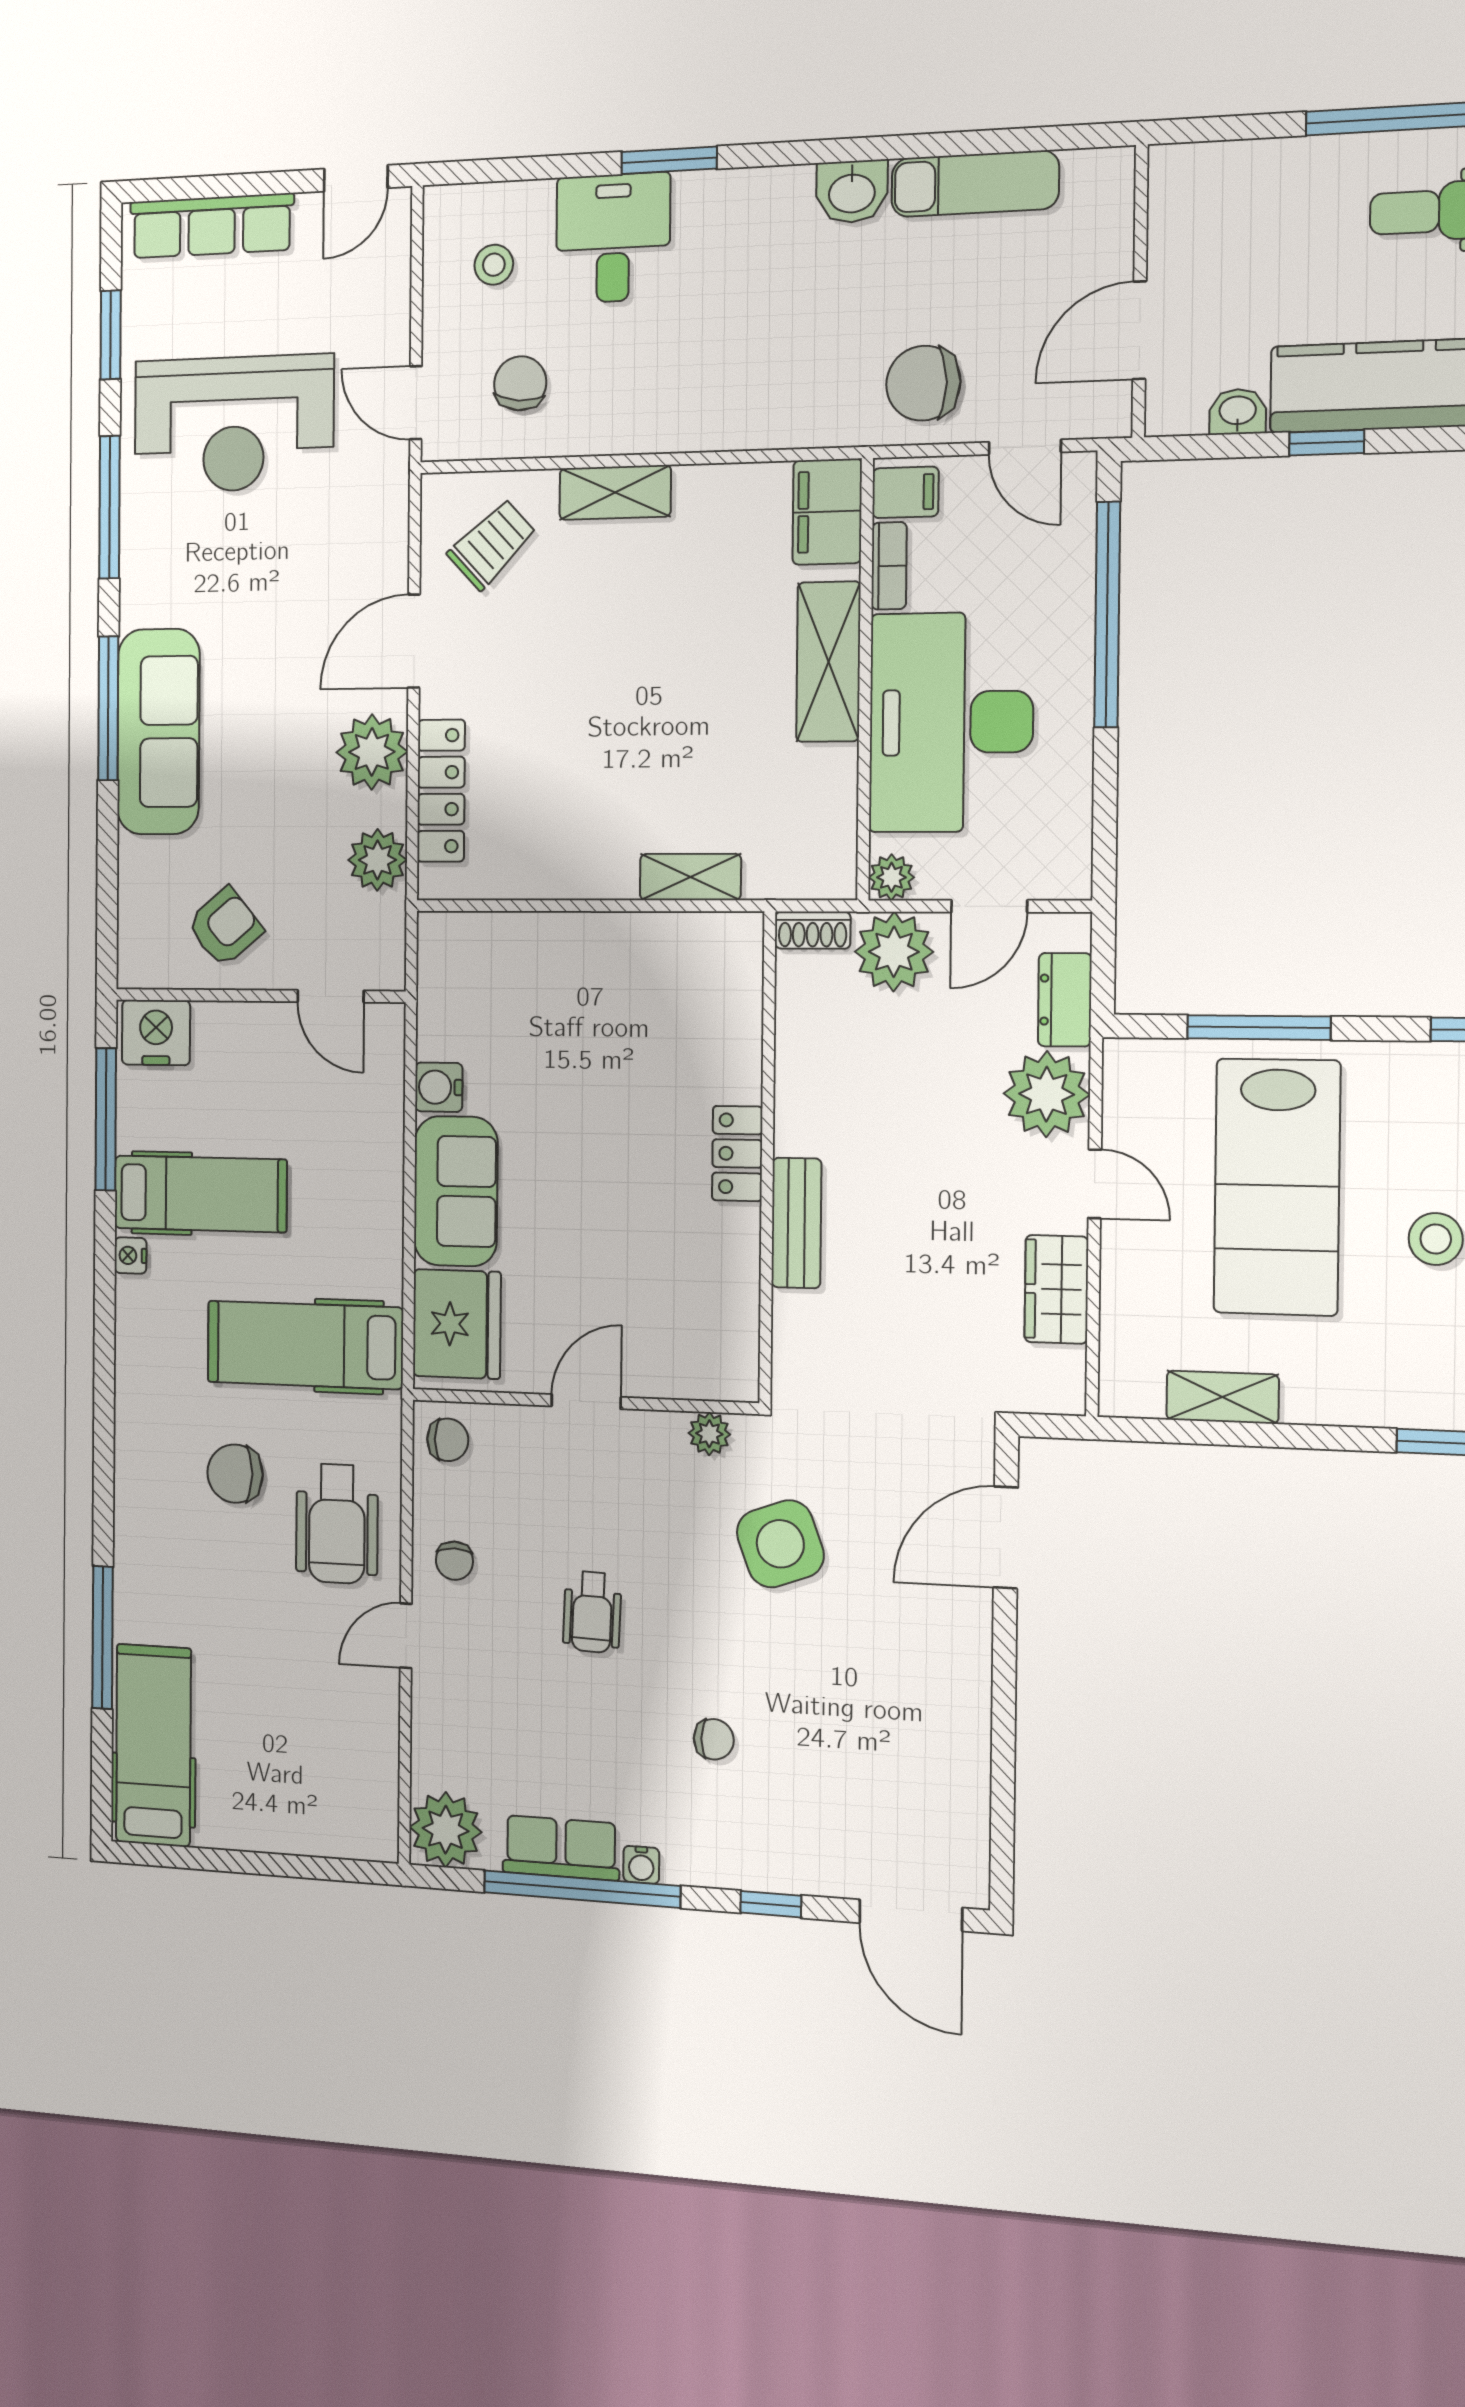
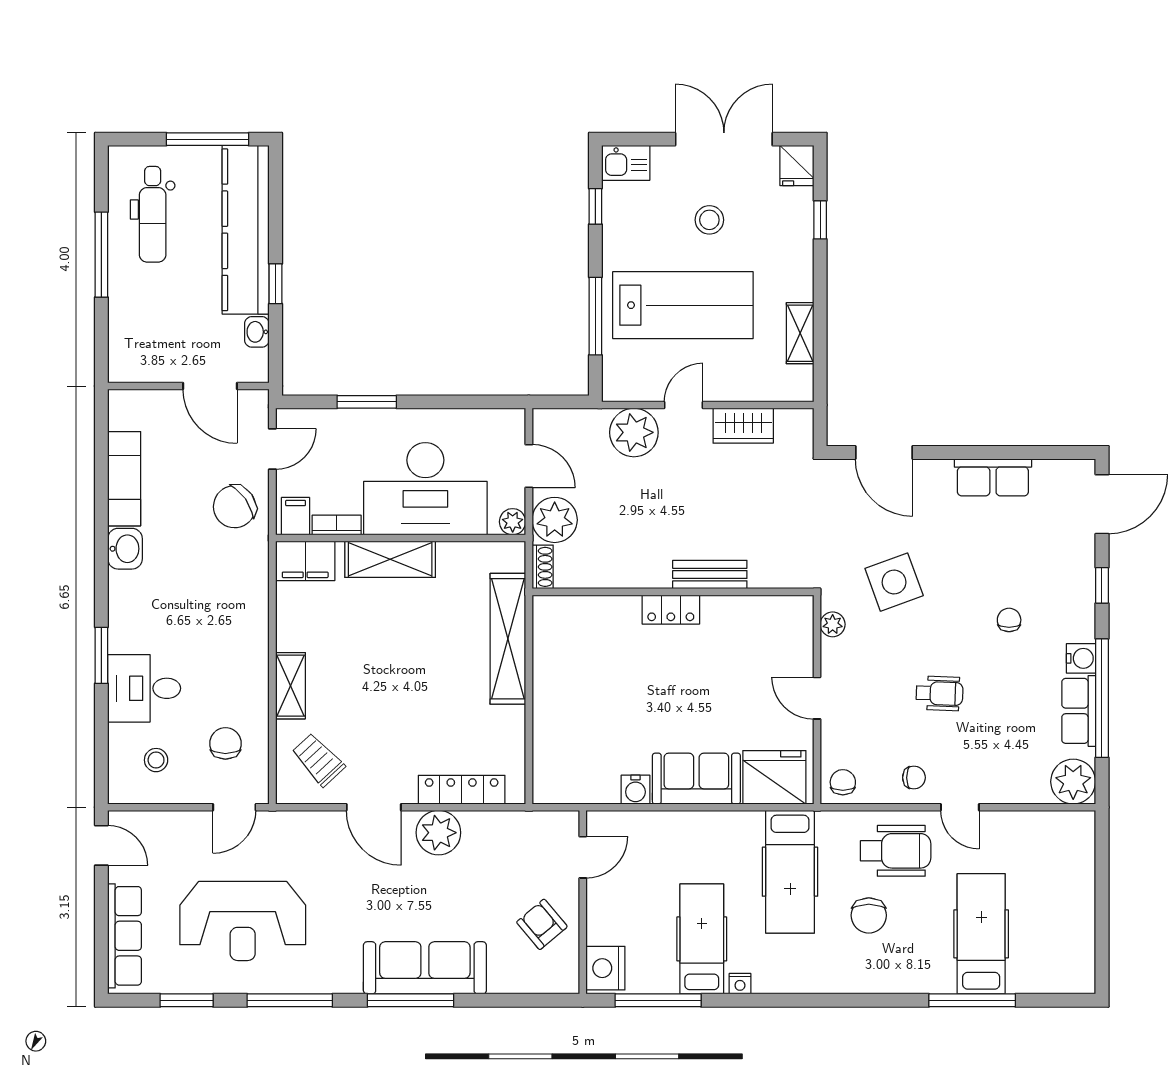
chair: (520, 383) -> (225, 743), turned 85
chair: (923, 383) -> (235, 507), turned 55
reception desk: (234, 424) -> (243, 921), turned 90
window: (1107, 615) -> (367, 402), width x0.47
plant: (377, 860) -> (502, 829), removed
shelving: (690, 877) -> (508, 639), width x2.20, depth x1.33
dresser: (1065, 1000) -> (581, 423), removed
row of seats: (960, 1727) -> (993, 477), added
hospital bed: (153, 1745) -> (981, 934), moved, turned 90
water cooler: (641, 1865) -> (1081, 658), width x1.38, depth x1.38

